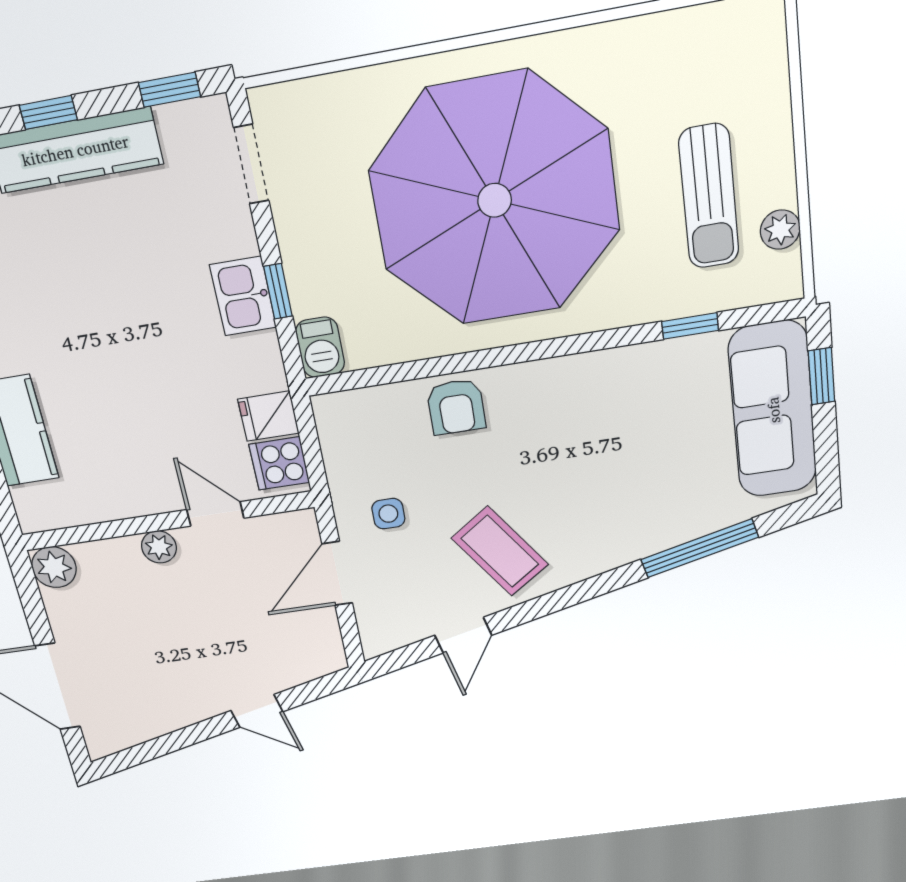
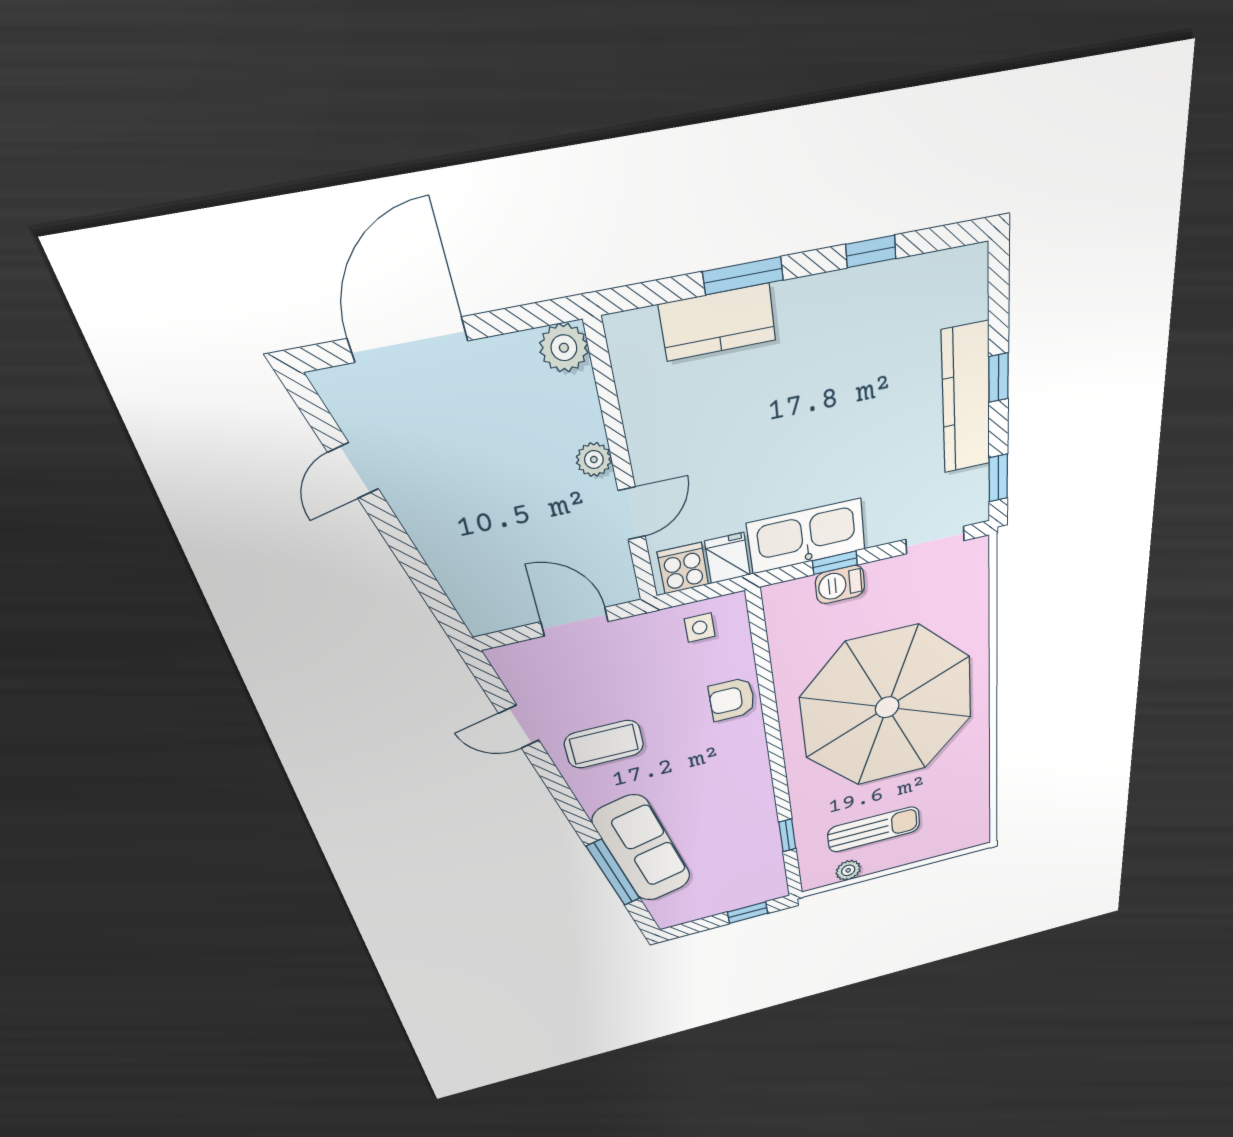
sun lounger: (709, 197) -> (874, 829), turned 180
kitchen sink: (243, 296) -> (806, 536), width x1.87, depth x1.24
barbecue: (320, 347) -> (840, 584), moved
sofa: (773, 410) -> (642, 849), moved, turned 76
side table: (388, 514) -> (700, 628), moved
coffee table: (500, 551) -> (604, 744), turned 35
door: (257, 711) -> (353, 471), moved

